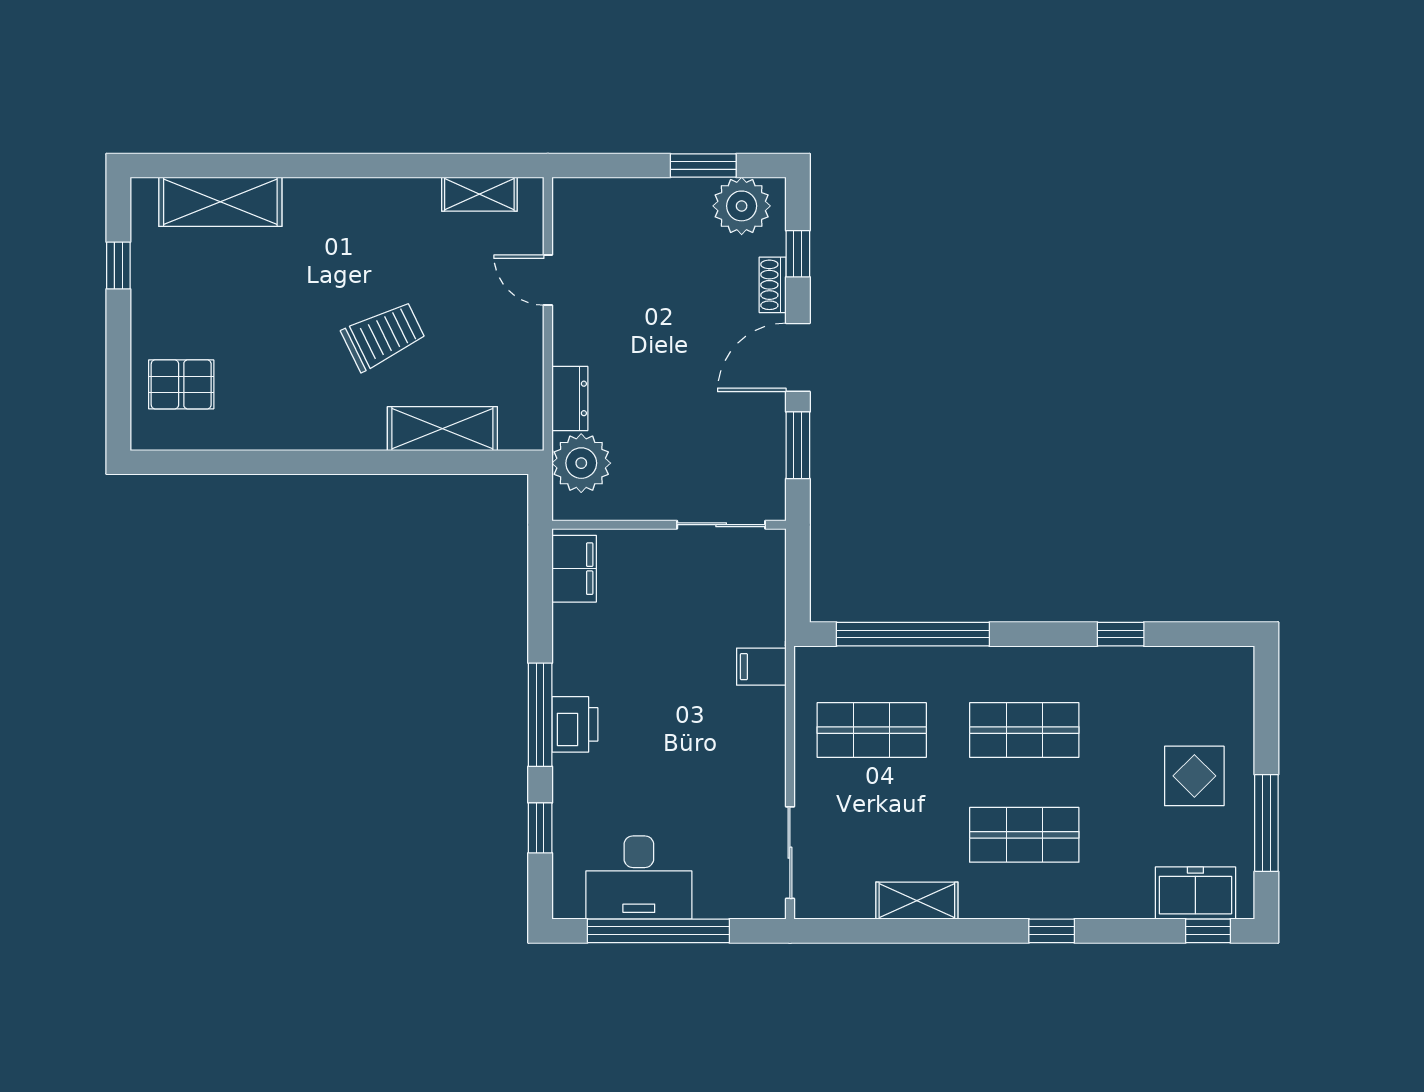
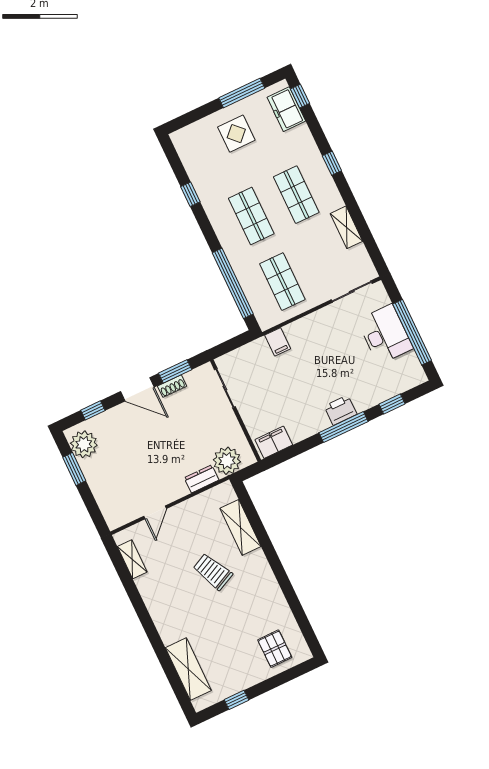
shoe rack: (773, 285) -> (172, 386), moved
desk: (639, 877) -> (385, 334), moved

